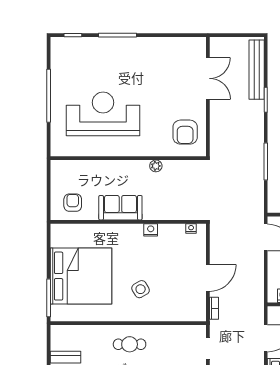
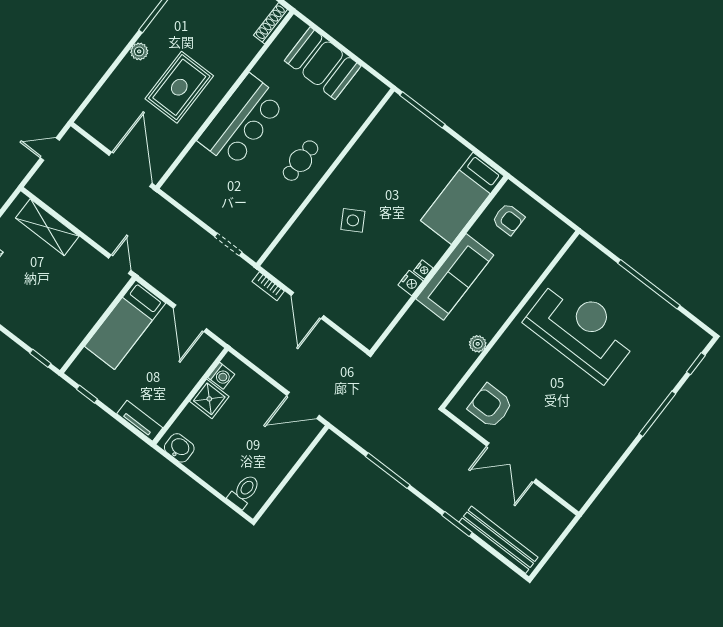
double door: (208, 78) -> (511, 463), moved
reception desk: (103, 114) -> (581, 330), turned -90
sofa: (120, 208) -> (455, 277), width x1.36
nightstand: (191, 228) -> (423, 270), moved
bed: (81, 276) -> (462, 198), moved, width x0.49

